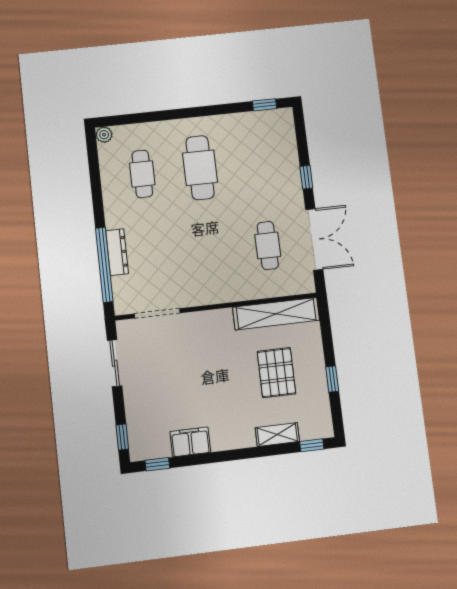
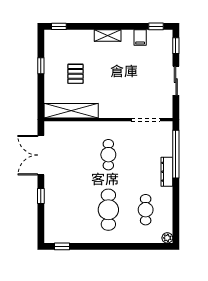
cafe table: (268, 245) -> (108, 155), moved
dresser: (117, 252) -> (167, 172), moved
sliding door: (115, 363) -> (176, 81), moved
pallet: (276, 373) -> (75, 74), width x0.67, depth x0.71
shelving: (277, 435) -> (108, 36), moved
filing cabinet: (190, 442) -> (140, 37), width x0.50

